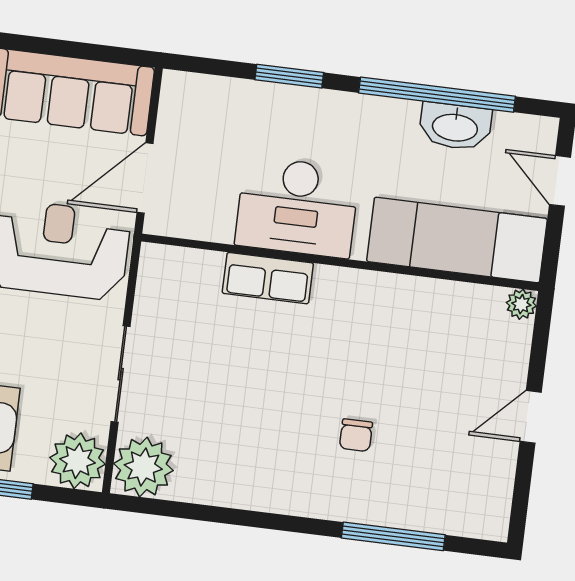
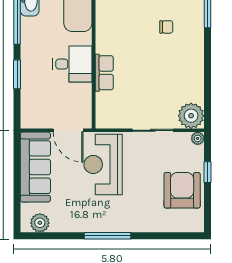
desk: (297, 207) -> (72, 64), width x0.73
plant: (77, 461) -> (198, 138), width x0.53, depth x0.53

